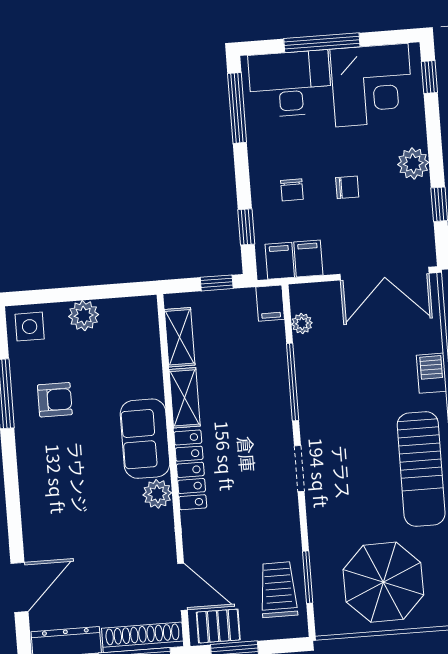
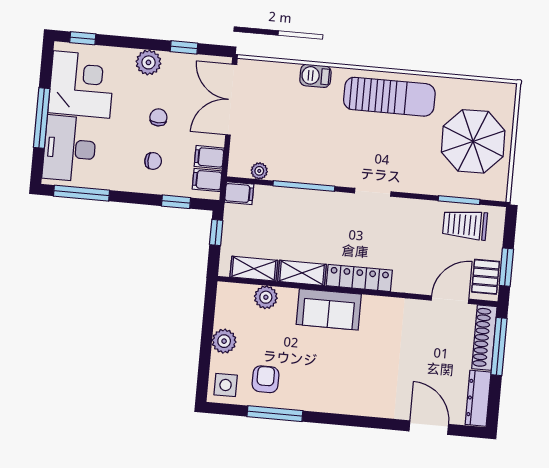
double door: (384, 274) -> (231, 100), swing flipped
armchair: (55, 400) -> (266, 379), moved
plant: (157, 494) -> (266, 297), moved

